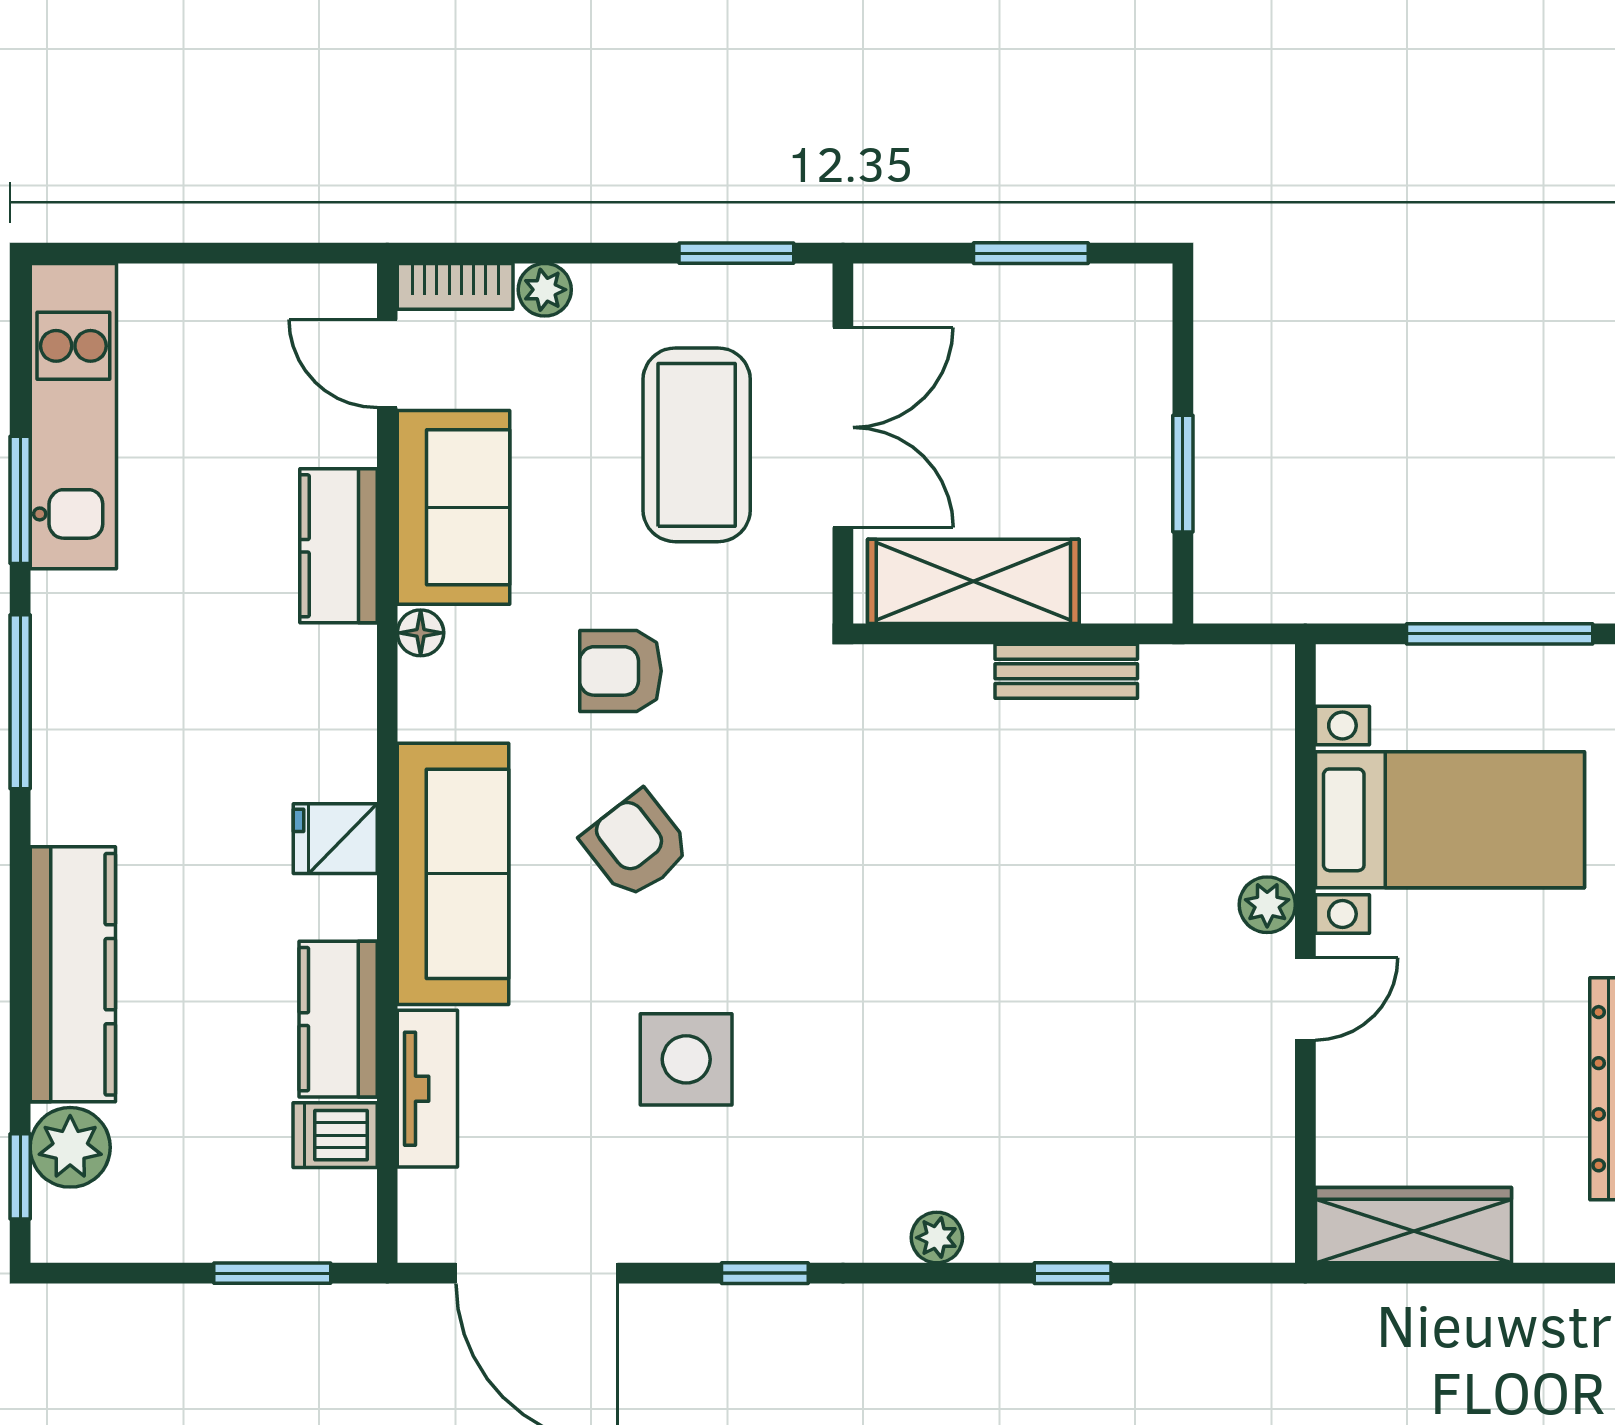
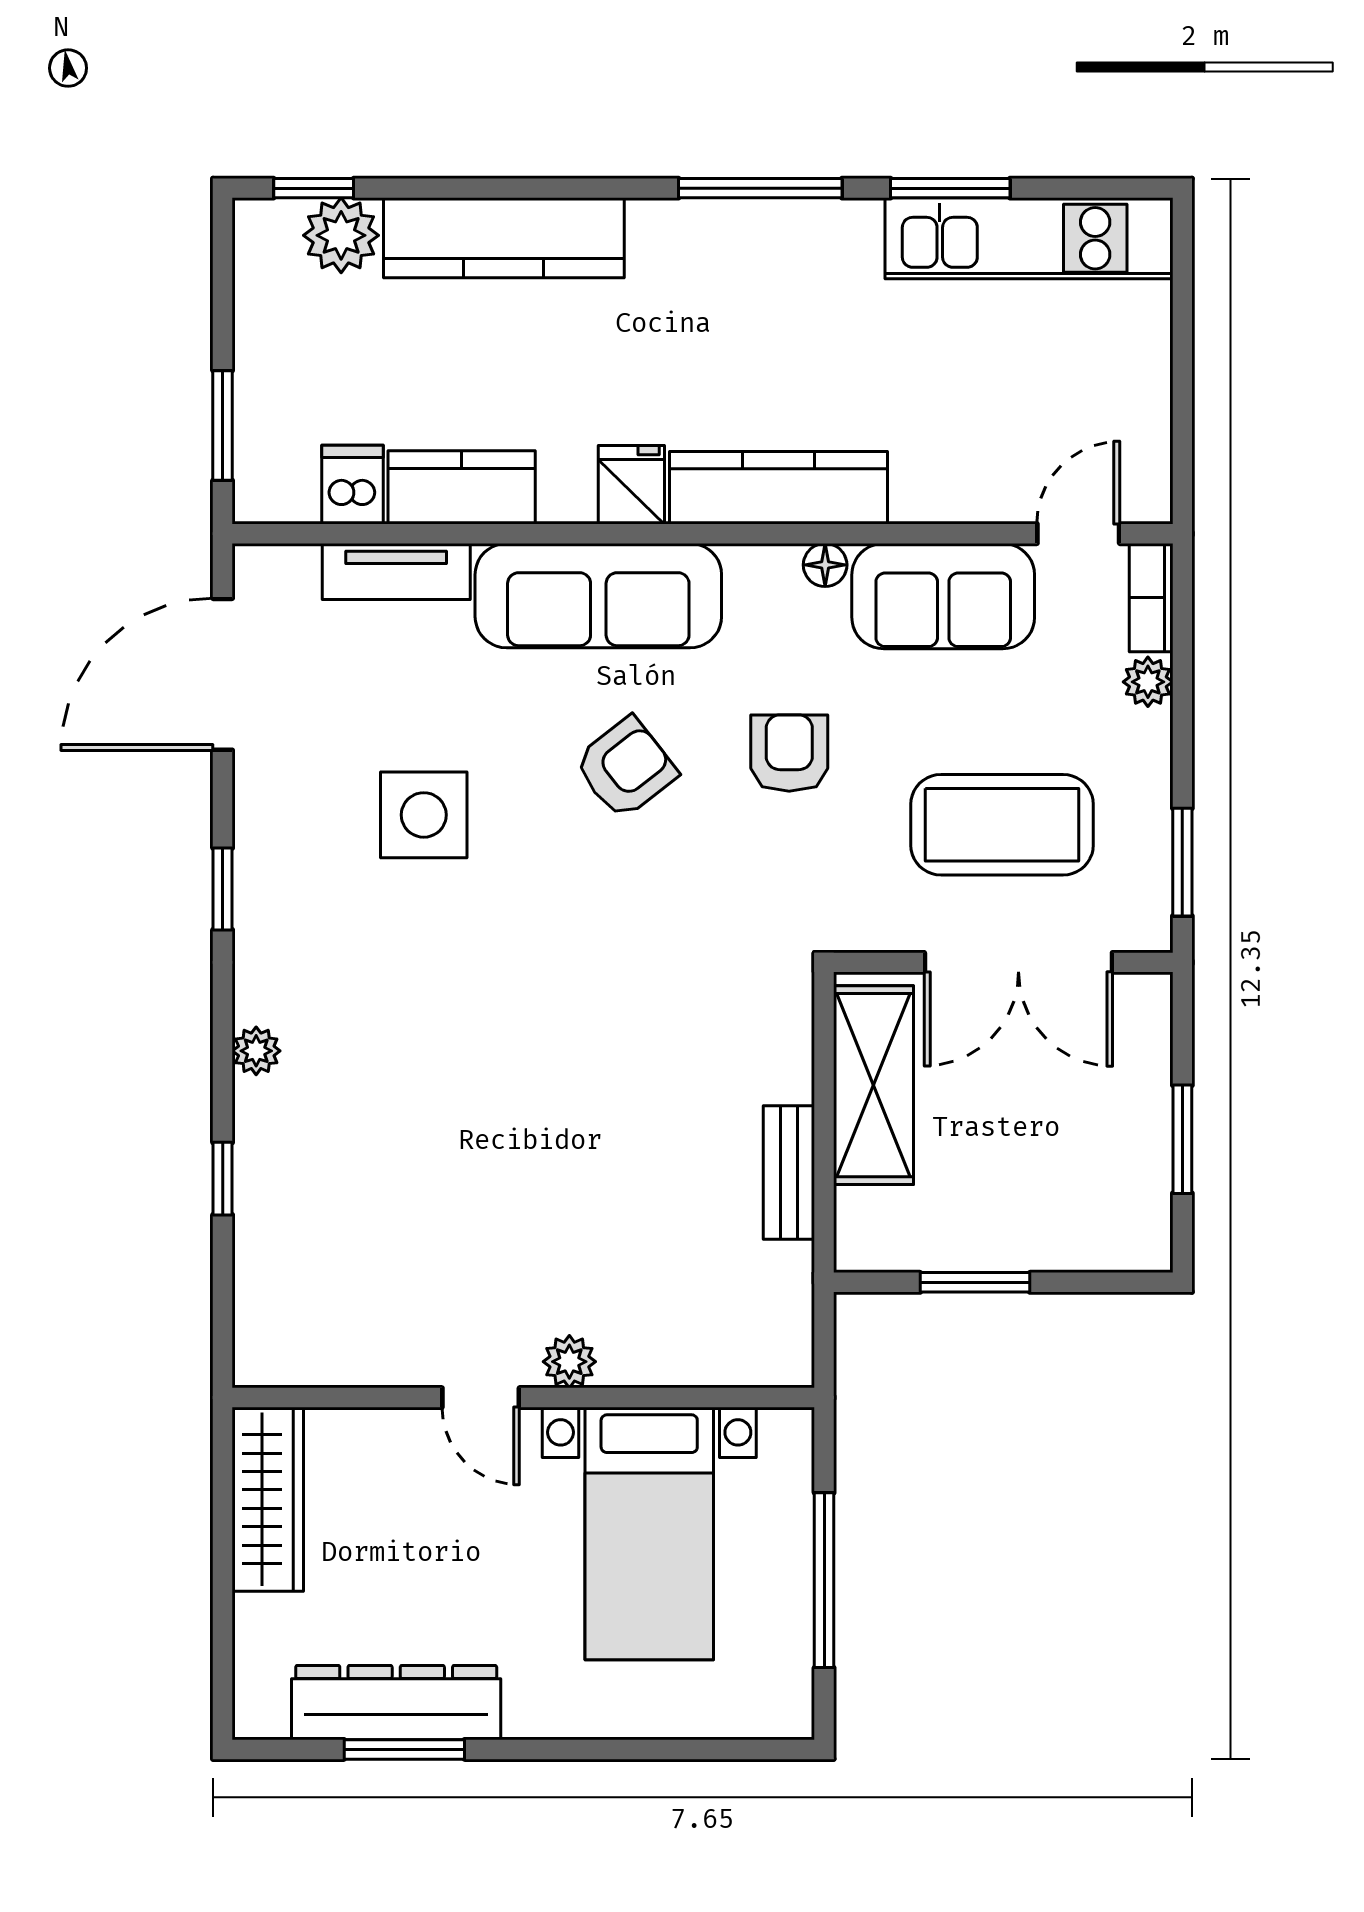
kitchen counter: (338, 546) -> (779, 488), moved, width x1.50

